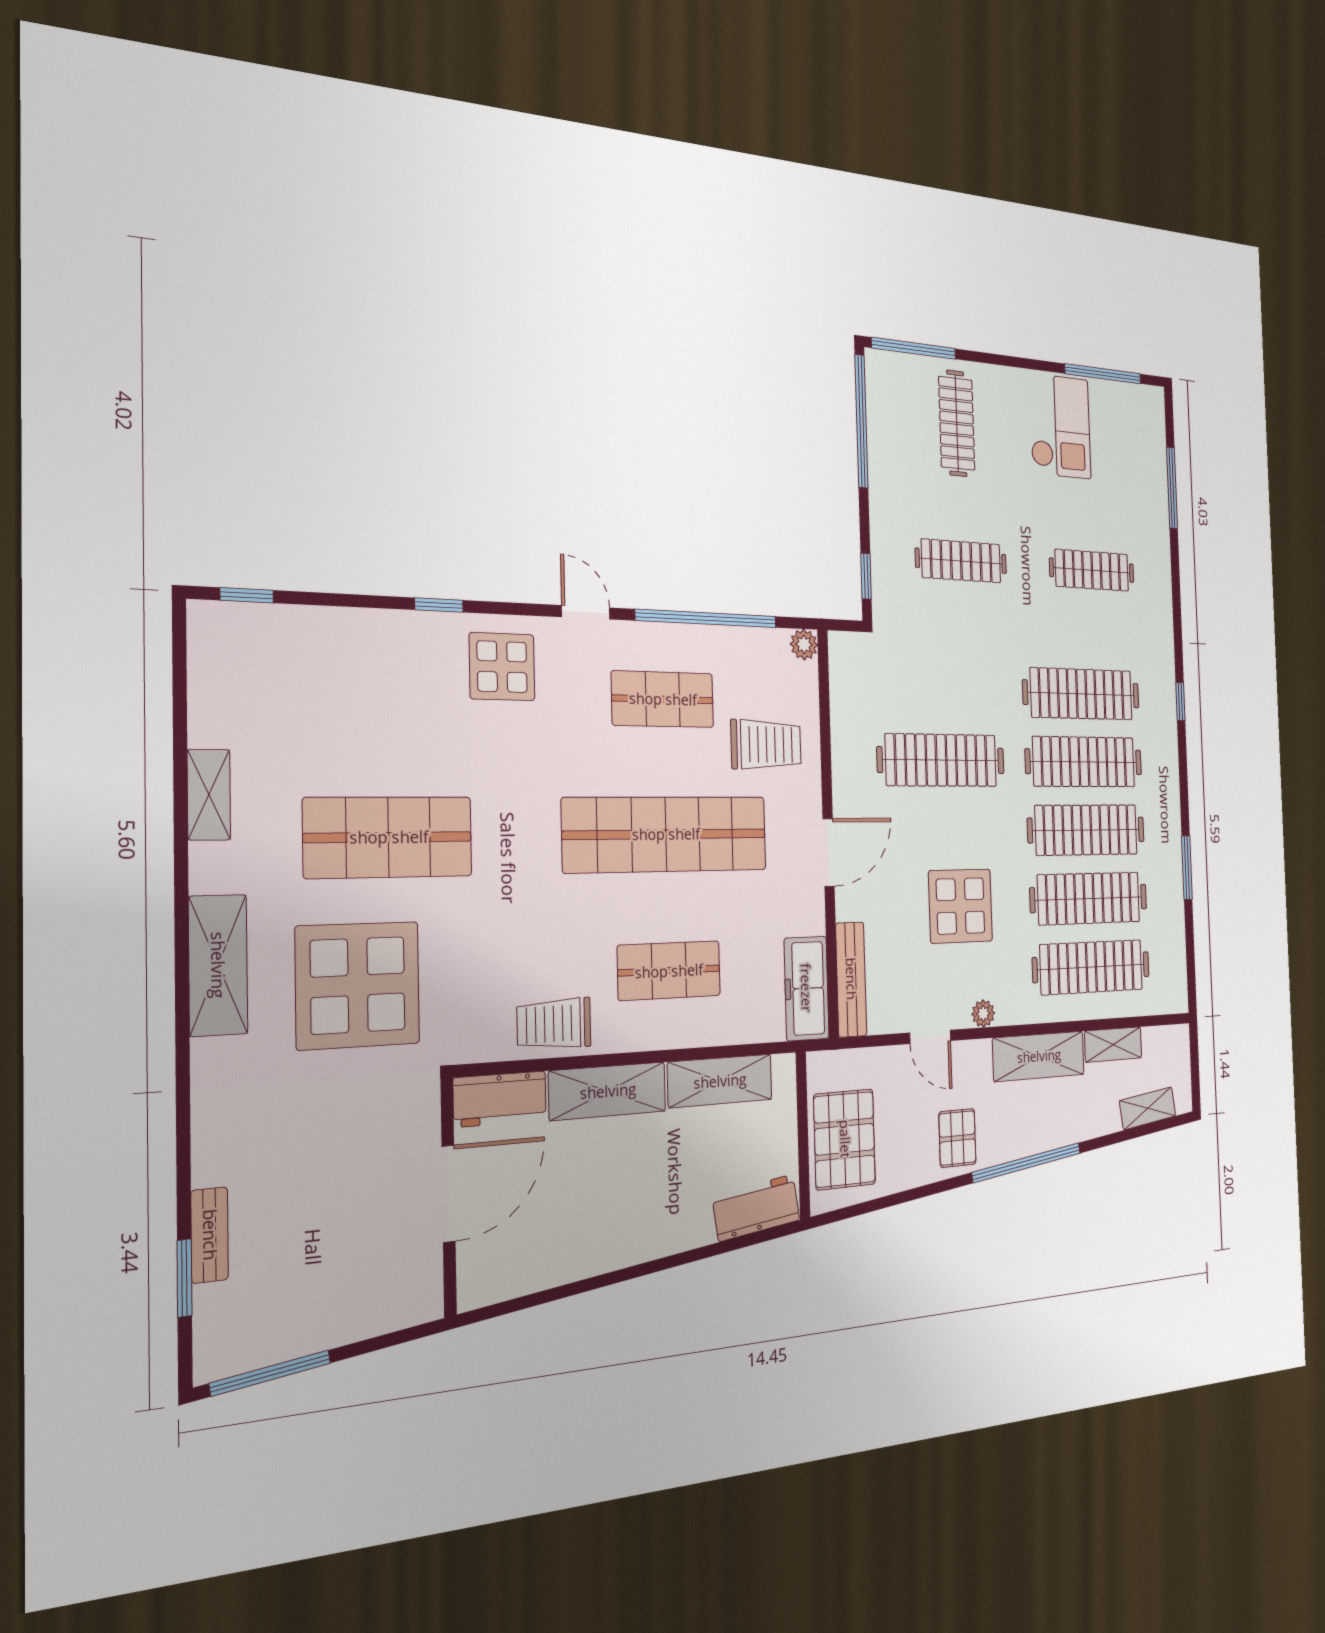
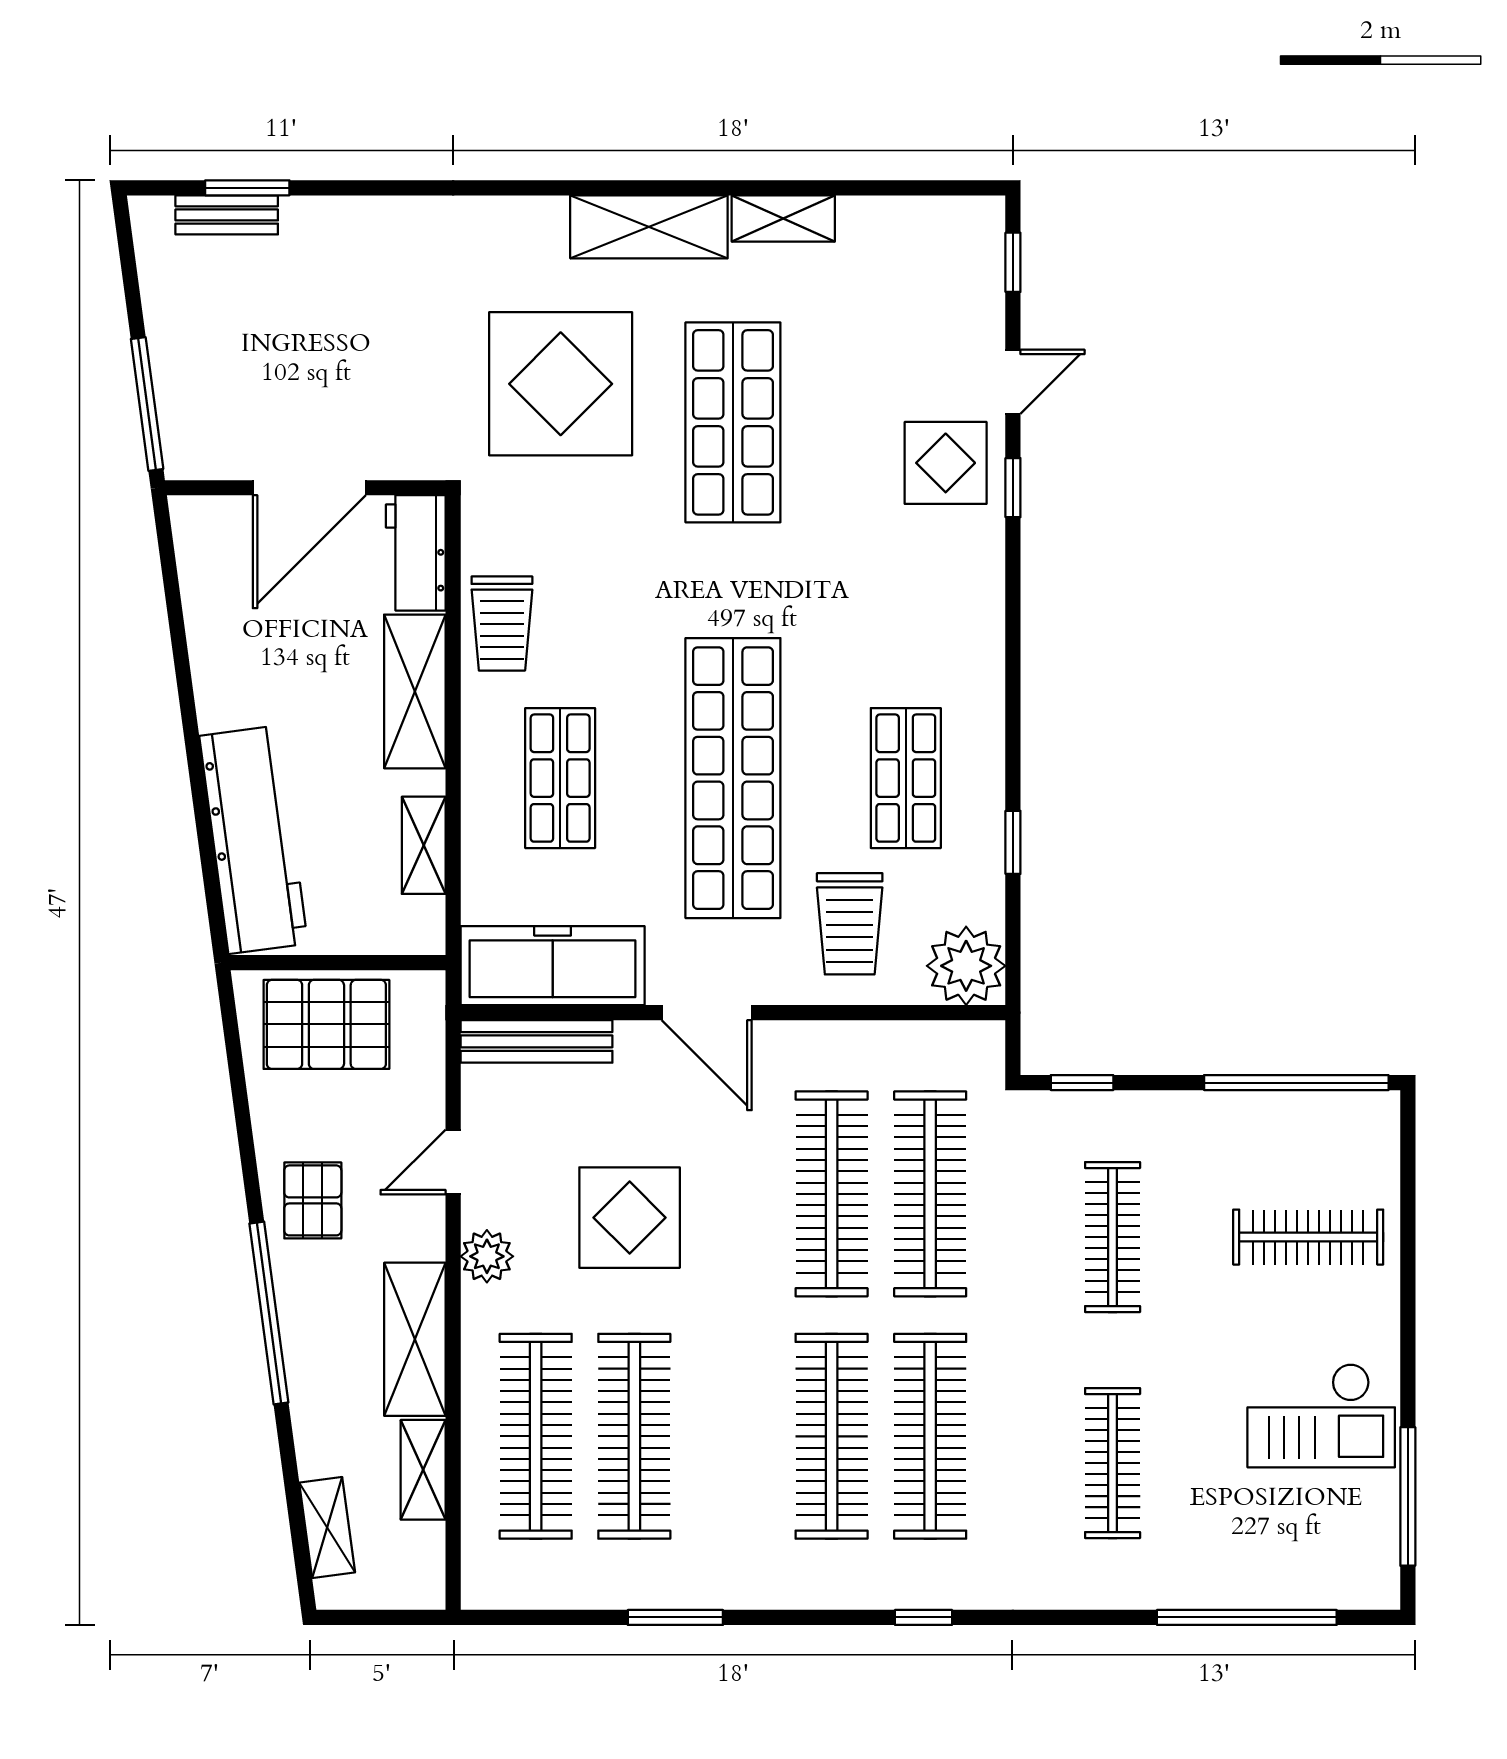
window: (914, 348) -> (1408, 1170), removed
window: (1172, 488) -> (1247, 1617), width x1.46
door: (586, 612) -> (1013, 382), moved
window: (707, 618) -> (1013, 842), width x0.32
plant: (804, 644) -> (966, 966), width x1.87, depth x1.87
display table: (502, 667) -> (946, 463), moved
clothes rail: (1086, 830) -> (930, 1194), moved
shelving: (218, 965) -> (649, 227), moved
freezer: (806, 988) -> (553, 966), width x1.36, depth x1.26
plant: (983, 1014) -> (487, 1256), width x1.38, depth x1.38
trolley: (554, 1024) -> (502, 623), turned 180
shelving: (720, 1081) -> (424, 845), width x0.67, depth x0.75
pallet: (957, 1138) -> (313, 1200), turned 90
door: (449, 1194) -> (309, 488), hinge flipped
workbench: (756, 1208) -> (254, 840), width x1.88, depth x1.32
bench: (210, 1235) -> (227, 215), moved
window: (270, 1373) -> (147, 404), moved

